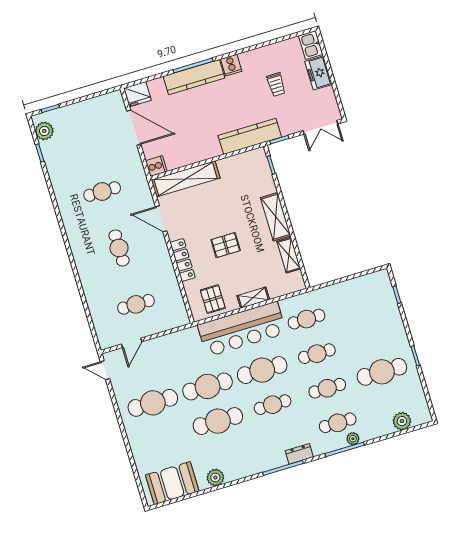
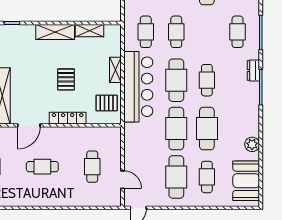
cafe table: (327, 388) -> (207, 177), moved
plant: (353, 439) -> (254, 23), removed

